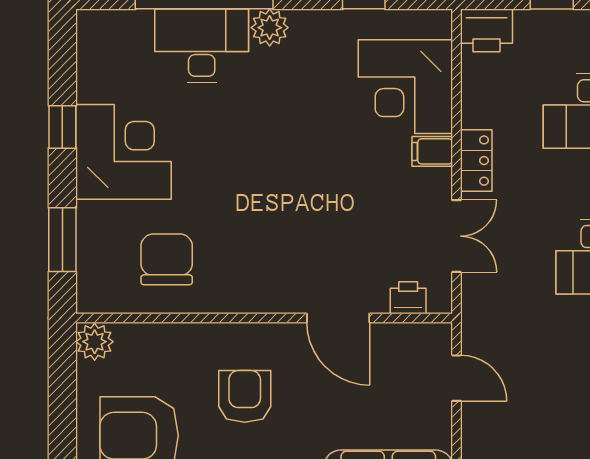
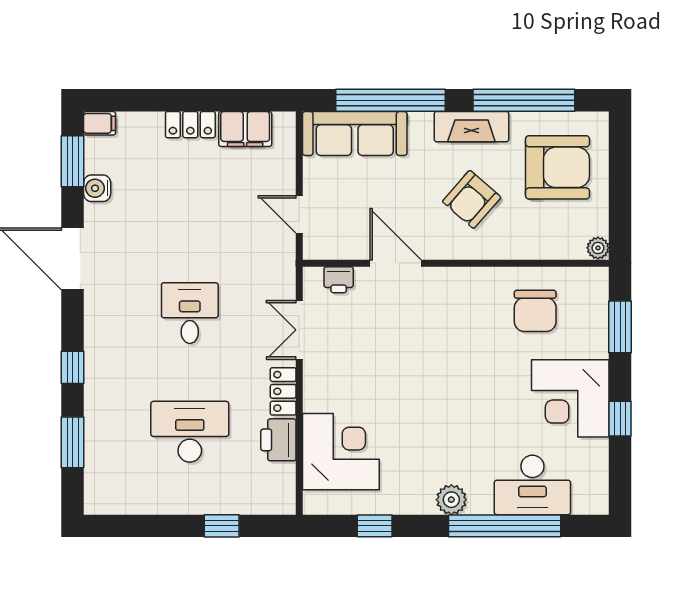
printer: (487, 30) -> (278, 440), moved, turned -90
desk: (202, 46) -> (532, 485), moved
filing cabinet: (432, 151) -> (319, 399), removed
plant: (95, 342) -> (598, 248), width x0.73, depth x0.73
armchair: (245, 396) -> (472, 199), turned 41

